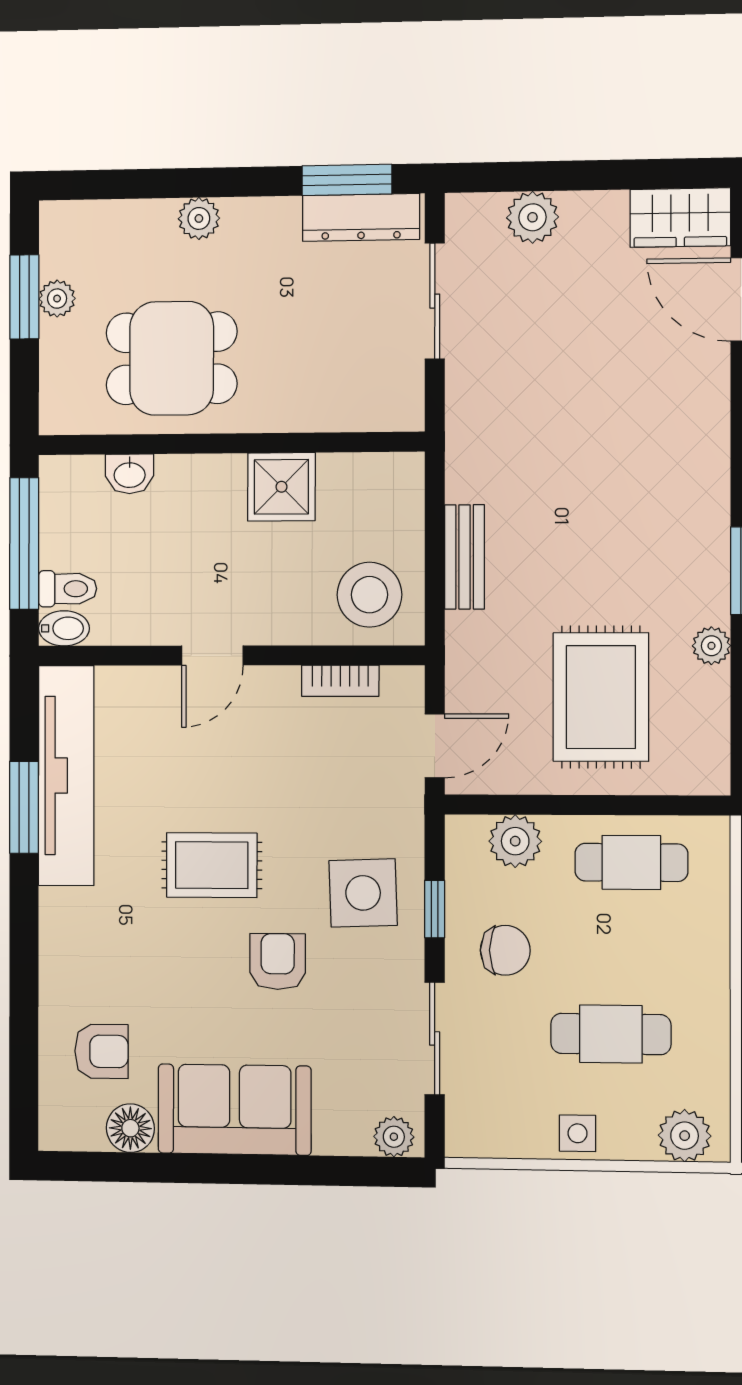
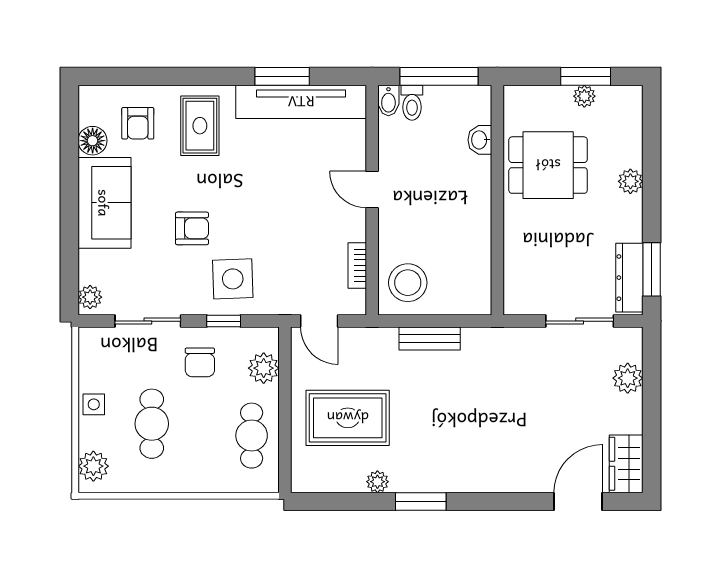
dining table: (172, 358) -> (548, 165), turned 90
shower: (281, 487) -> (472, 231), removed
rug: (212, 865) -> (200, 126), moved

